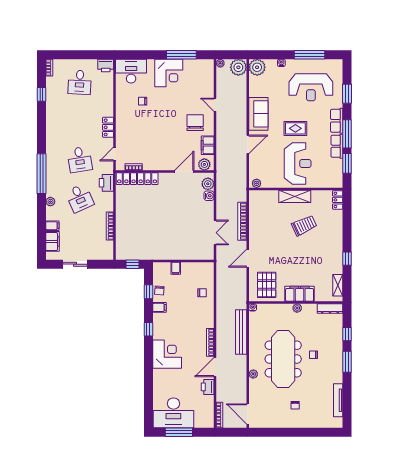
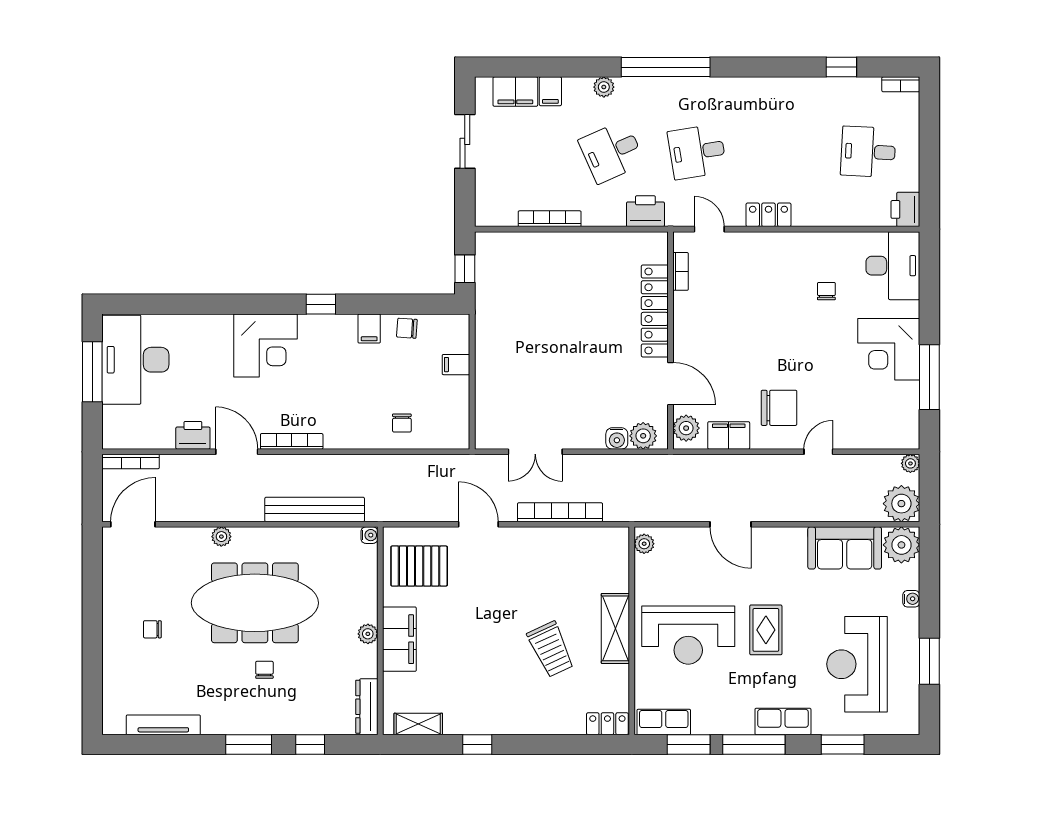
window: (310, 55) -> (929, 661), width x0.69
sofa: (258, 114) -> (845, 548), moved
row of seats: (337, 146) -> (664, 722), moved
locker: (137, 179) -> (655, 311), moved
window: (148, 292) -> (404, 304), removed

